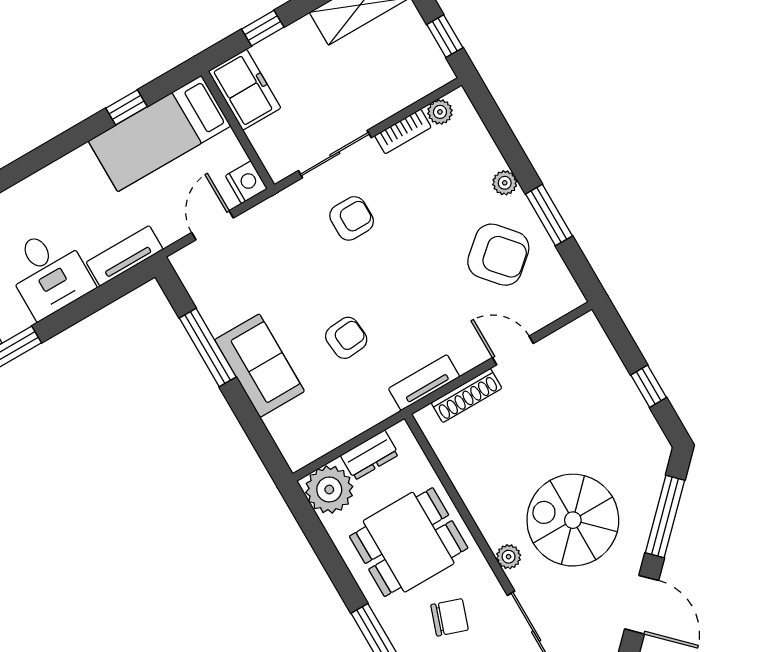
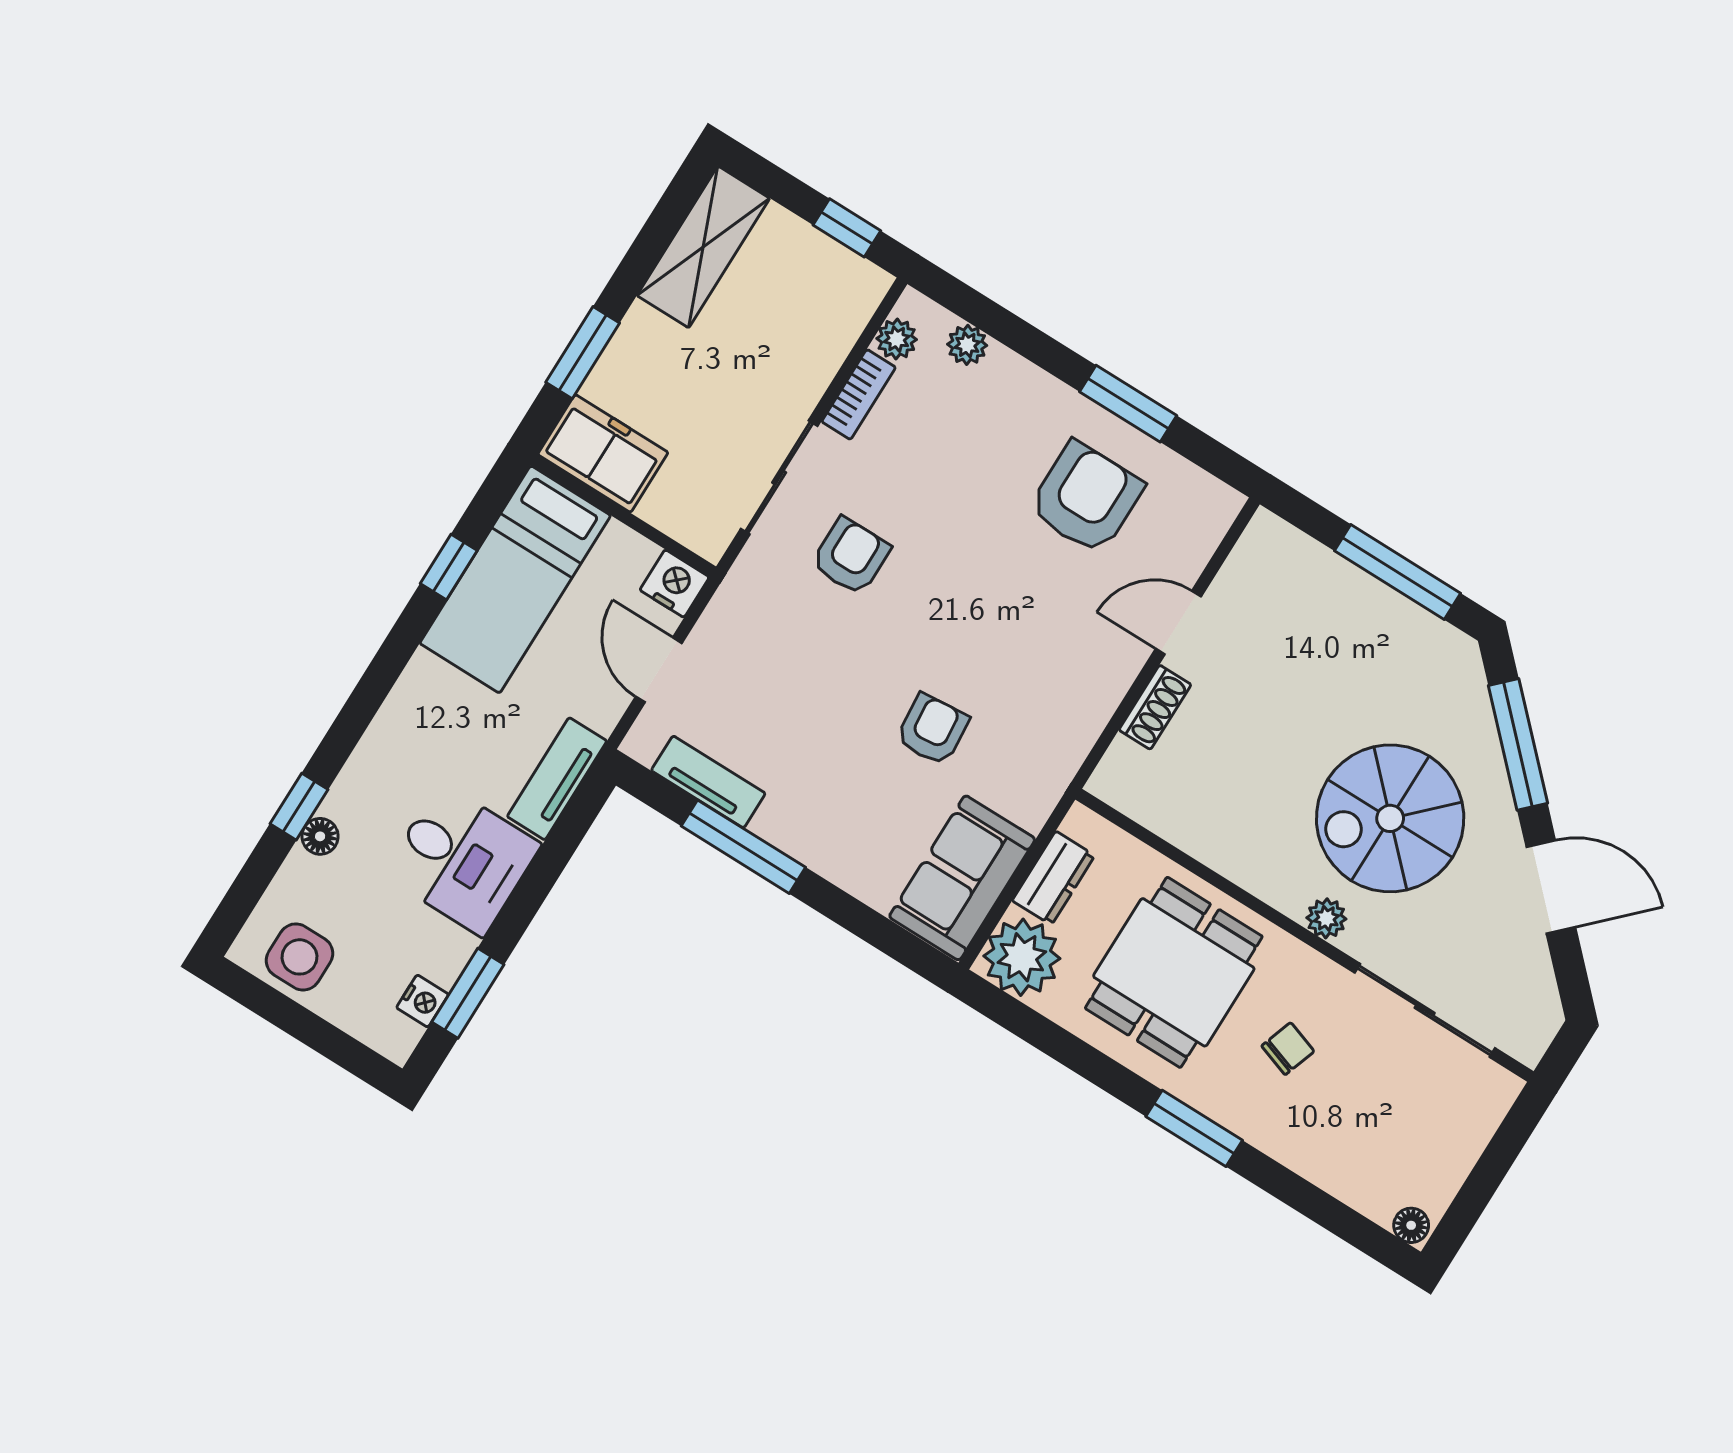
window: (263, 28) -> (583, 353), width x1.50
plant: (505, 183) -> (967, 345), moved
armchair: (498, 255) -> (1086, 498), turned -49
sofa: (260, 366) -> (962, 878), moved, turned -90
tv unit: (424, 383) -> (708, 782), moved, turned 90
window: (649, 386) -> (1398, 572), width x2.17
shoe rack: (467, 395) -> (1155, 707), width x0.70
chair: (449, 617) -> (1288, 1049), width x0.73, depth x0.73

